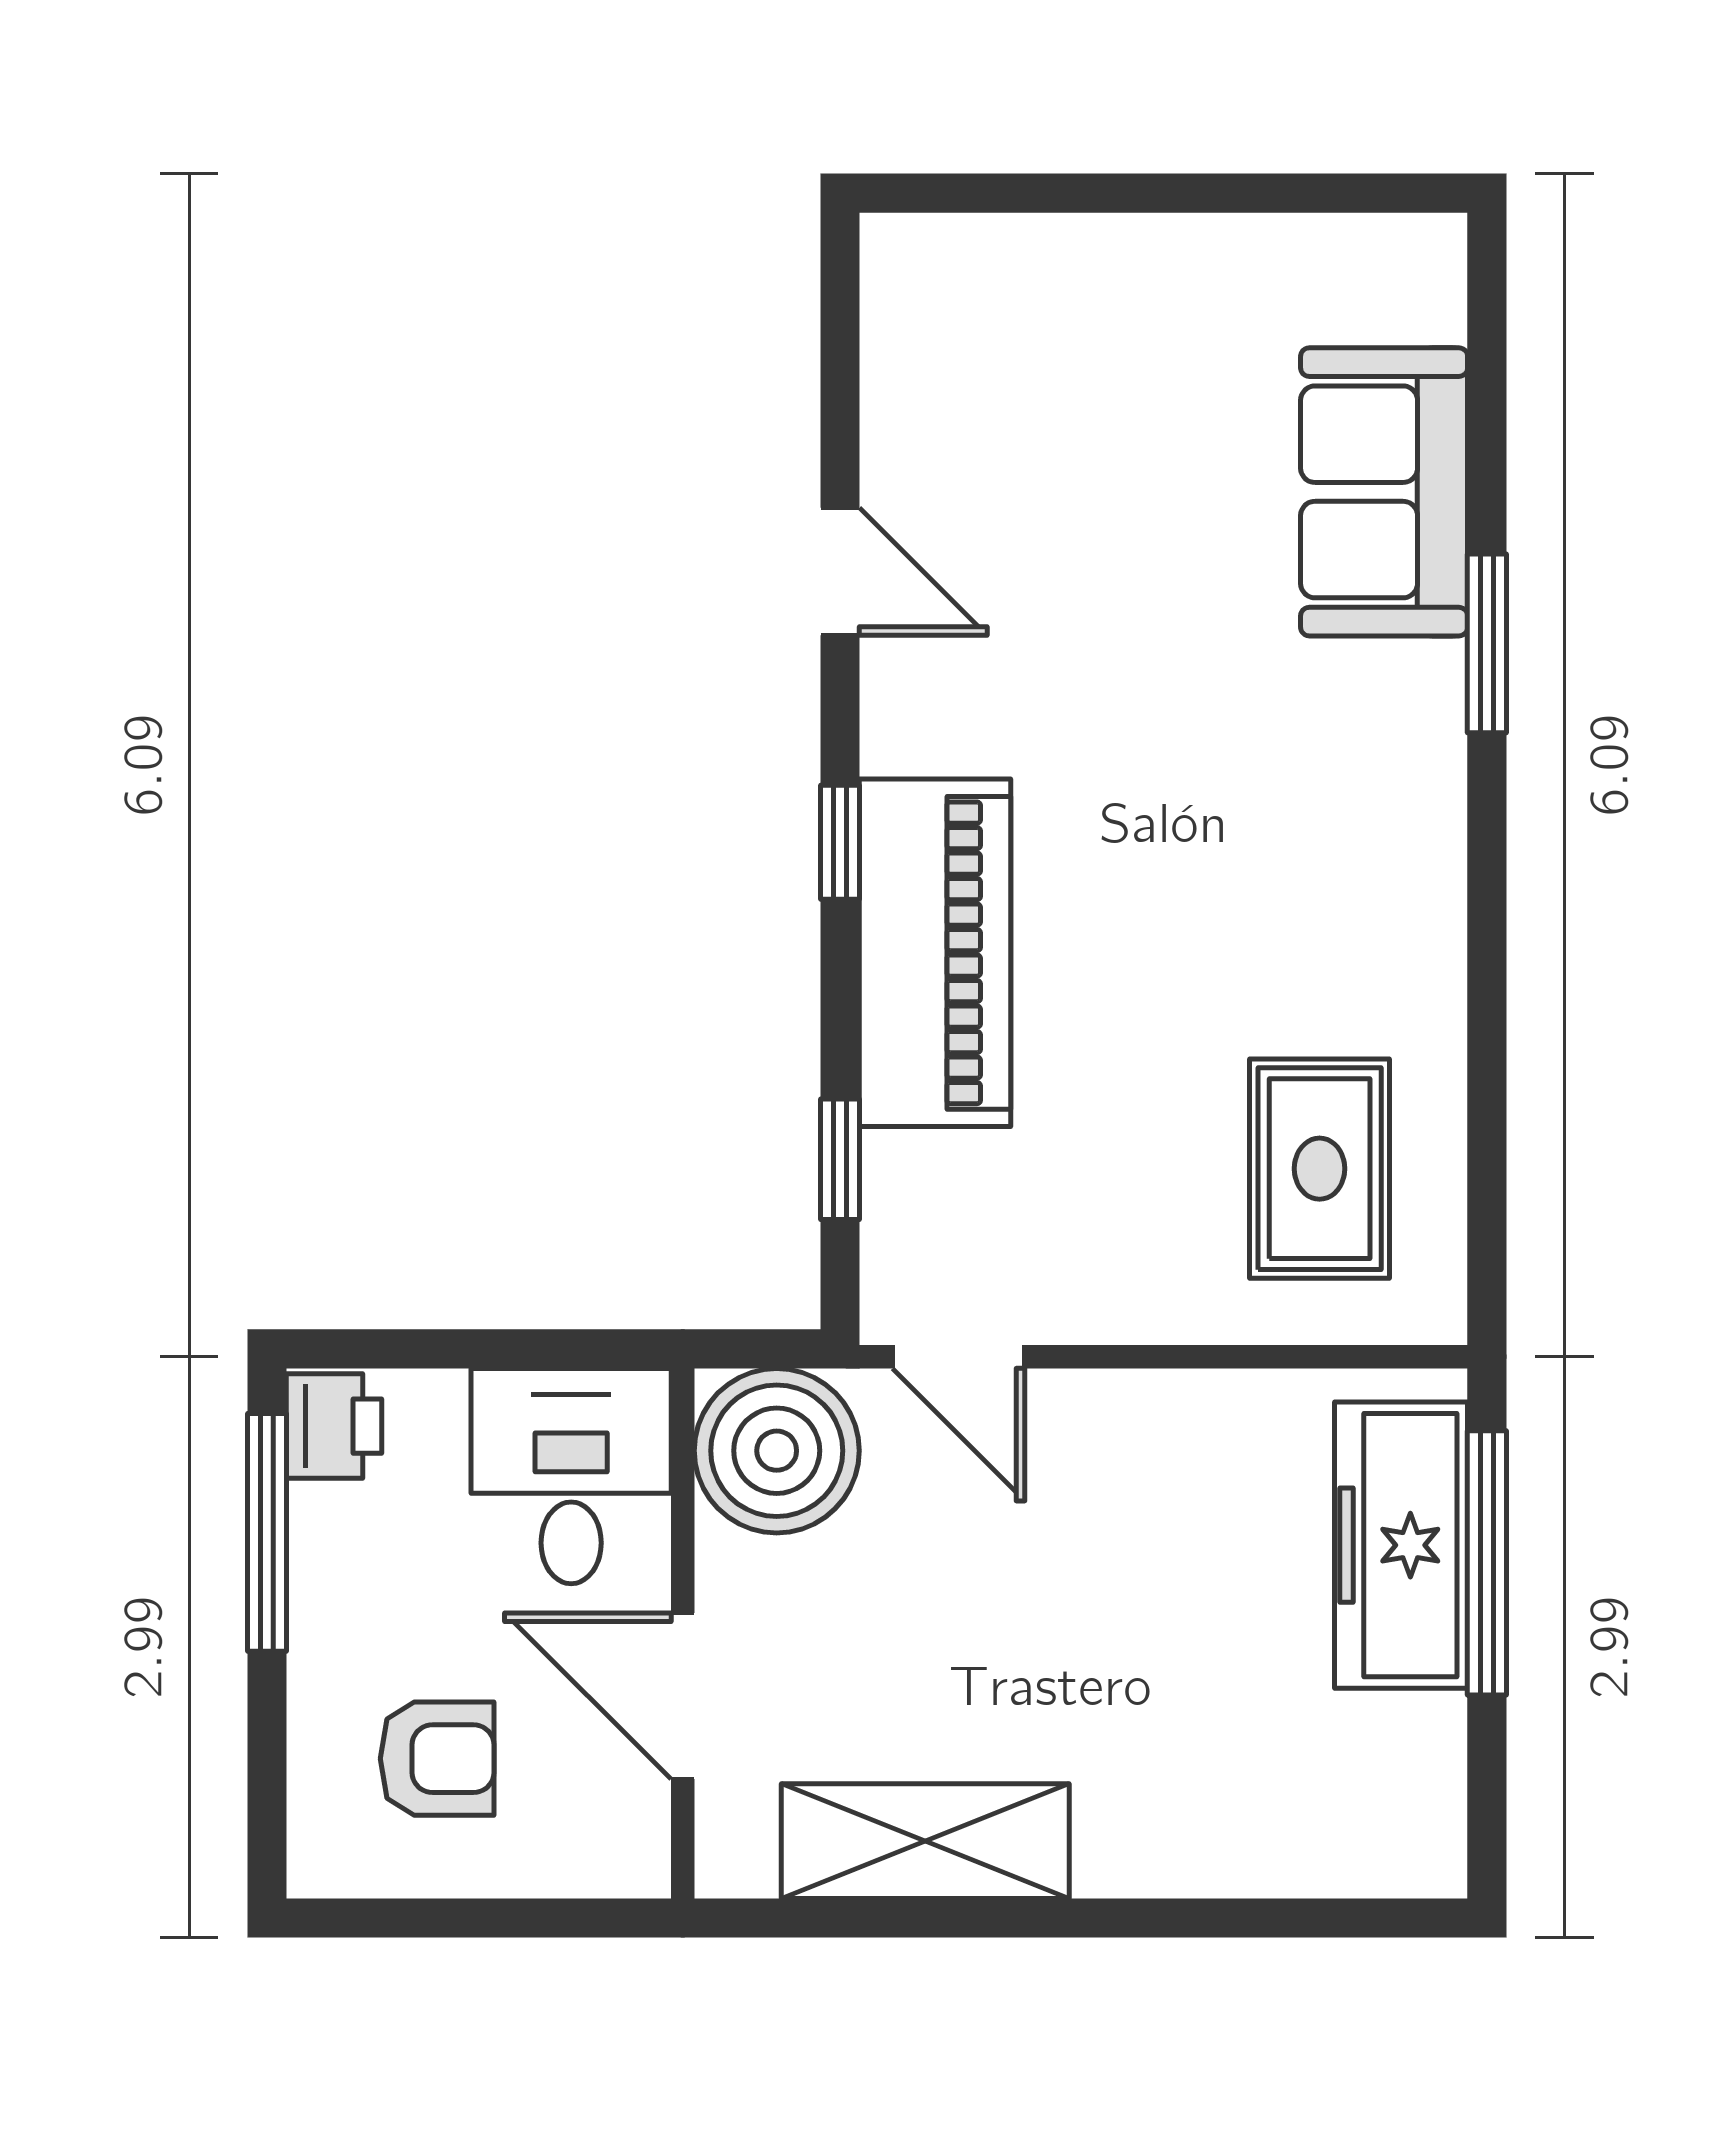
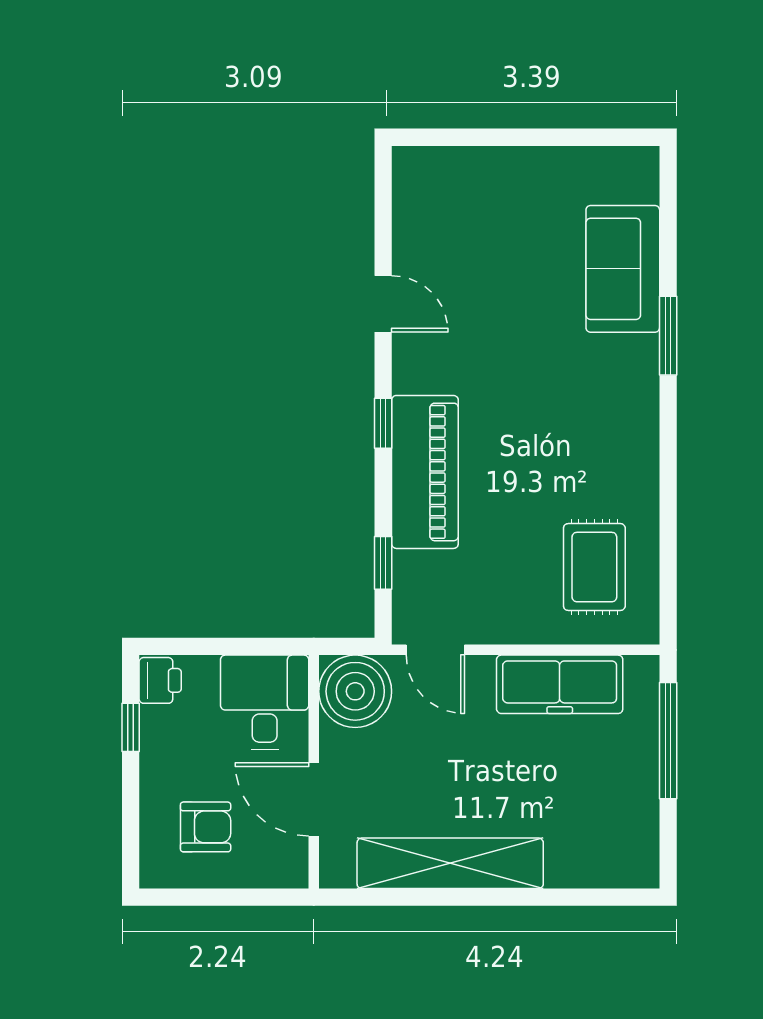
window: (267, 1532) -> (131, 727), width x0.46
freezer: (1401, 1545) -> (560, 684), moved, turned -90
shelving: (925, 1841) -> (450, 863), width x1.47

